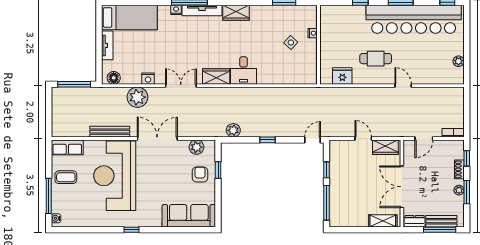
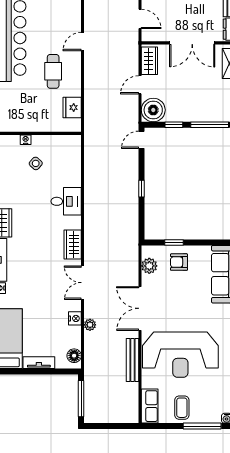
desk: (243, 70) -> (66, 201), moved
plant: (137, 97) -> (90, 325), width x0.53, depth x0.53
plant: (233, 130) -> (131, 226), removed
door: (313, 140) -> (141, 140), hinge flipped
boiler: (340, 151) -> (153, 110), added

